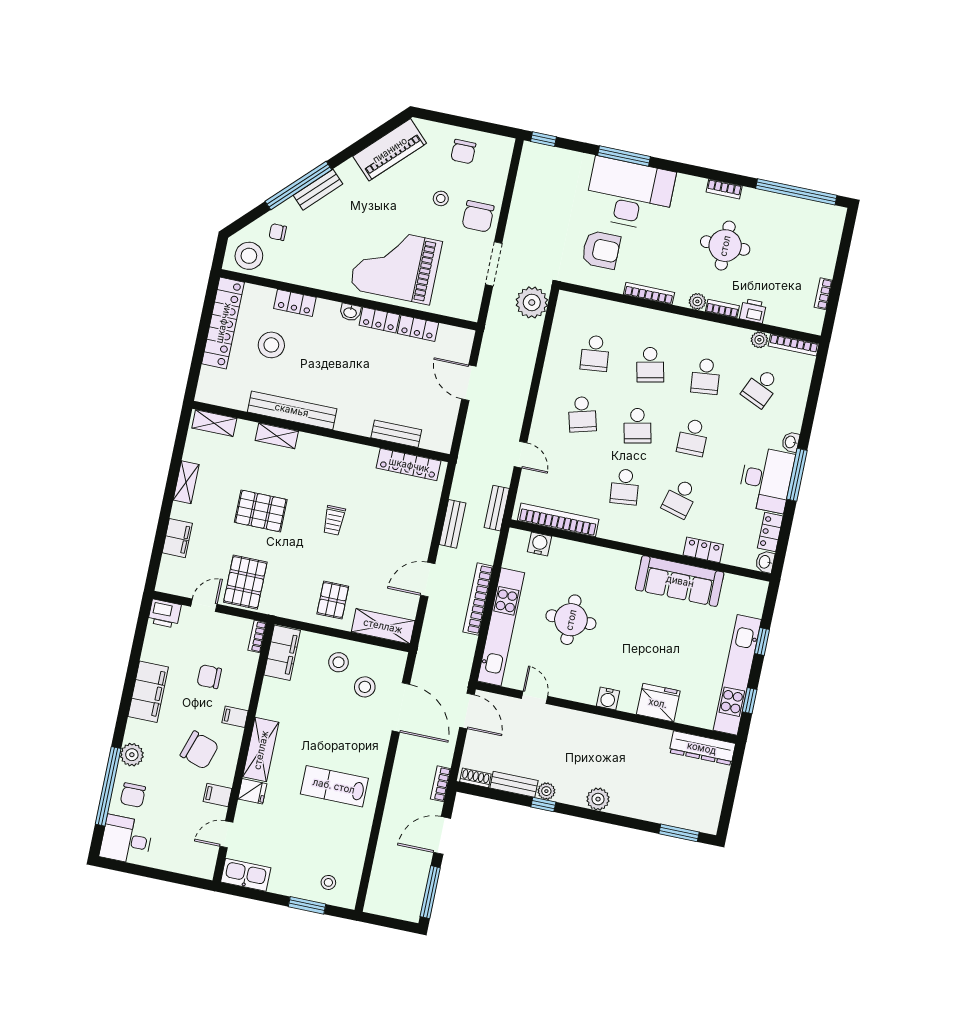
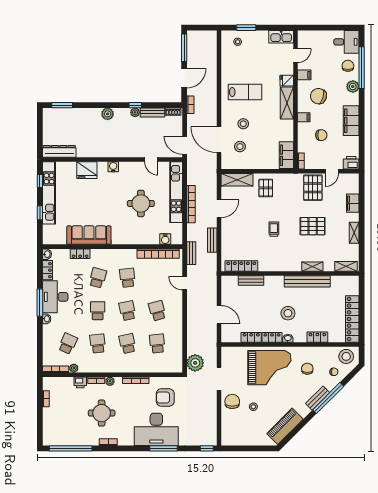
chair: (463, 152) -> (307, 369), moved
stool: (271, 345) -> (288, 313), moved
stool: (339, 662) -> (243, 124), moved

